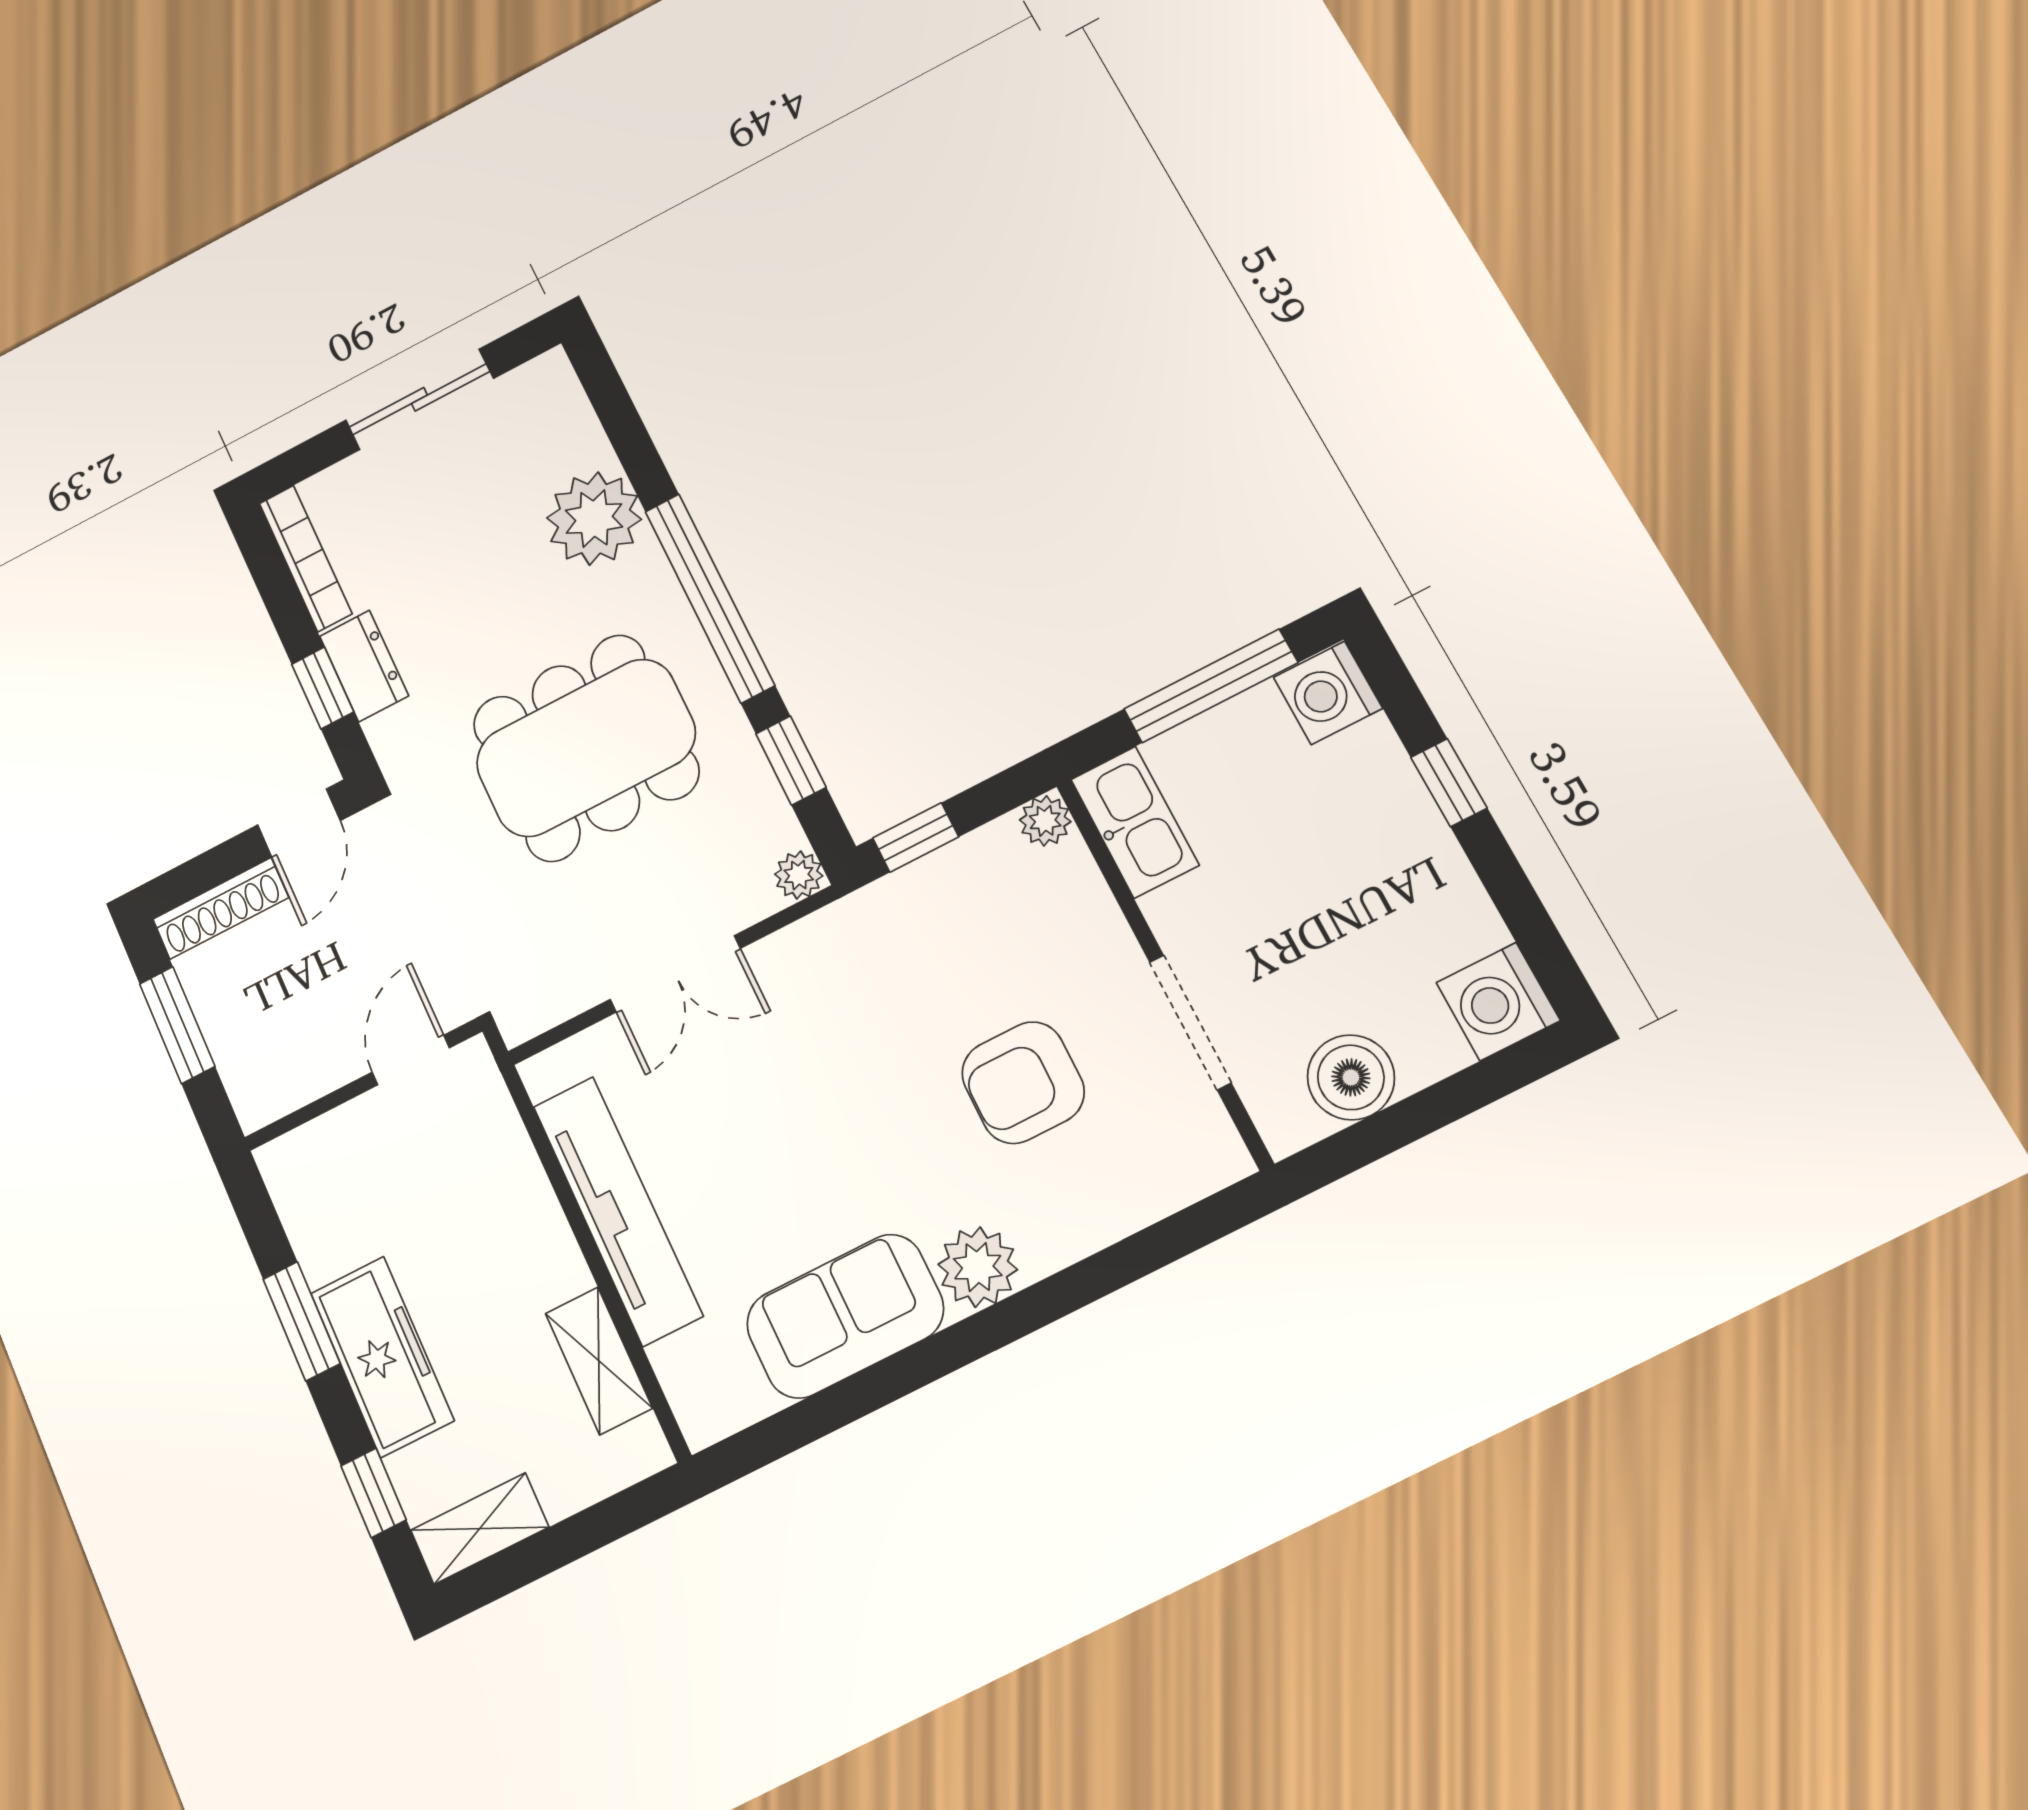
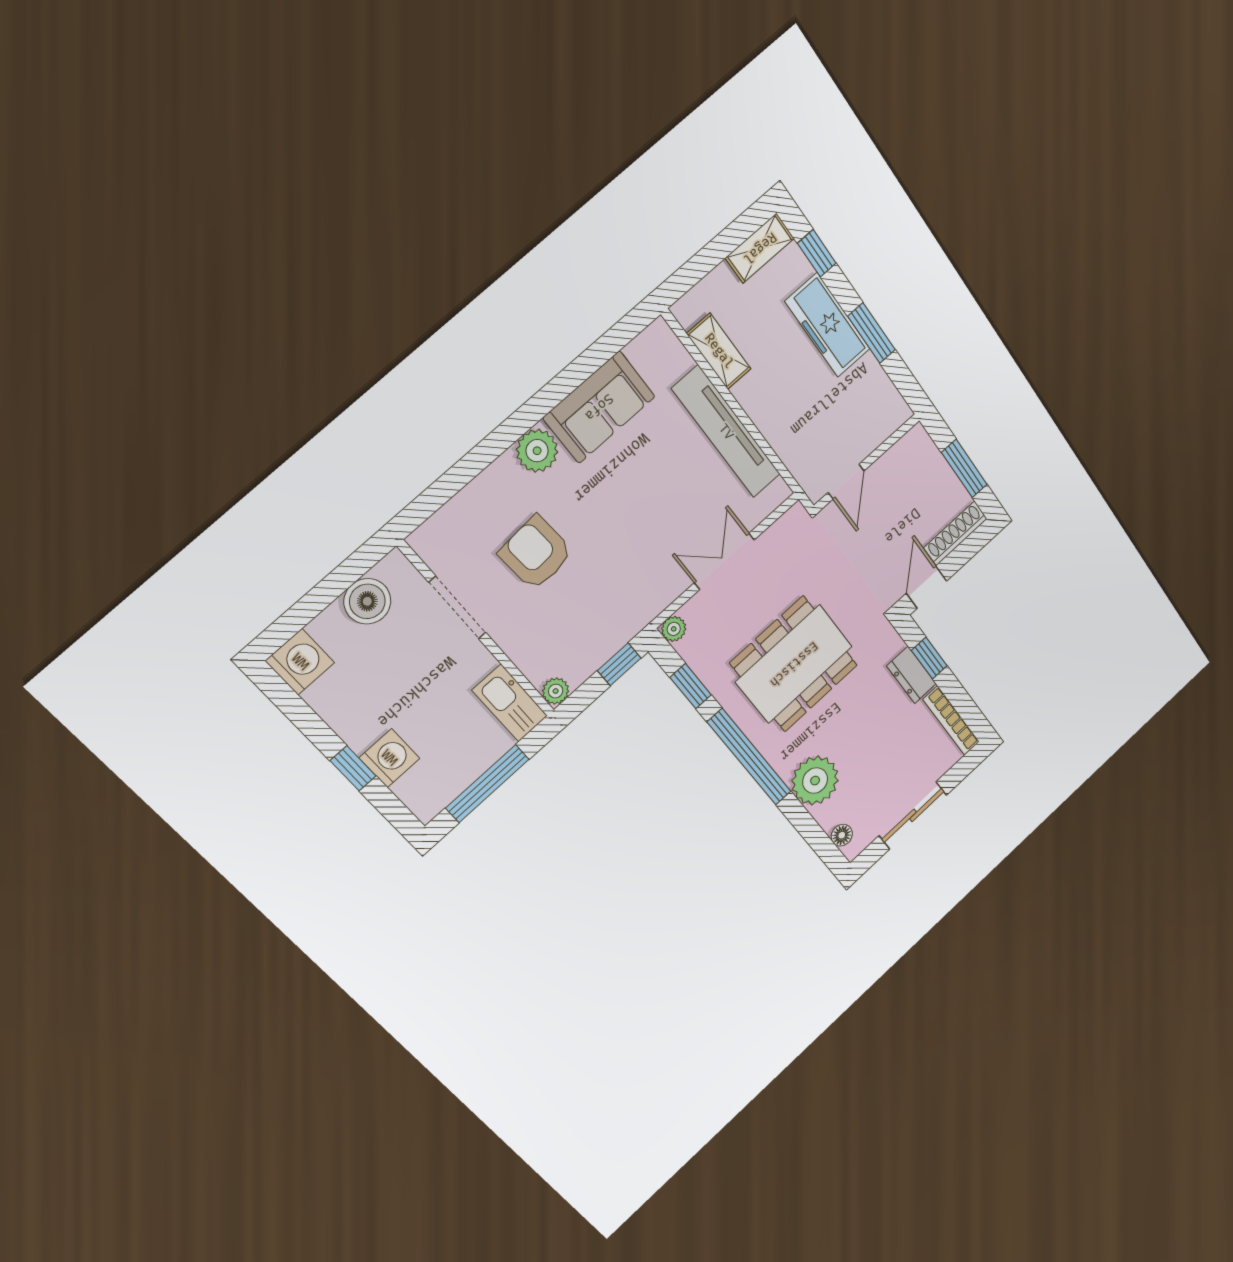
floor lamp: (566, 401) -> (842, 835), added
washing machine: (1328, 693) -> (389, 758), moved
armchair: (1023, 1083) -> (536, 553), turned -94

